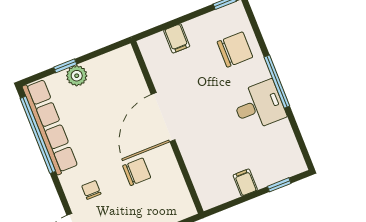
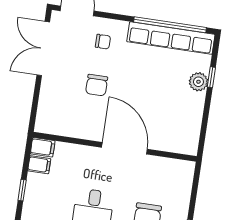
filing cabinet: (177, 38) -> (43, 147), moved, turned 180
door: (163, 117) -> (124, 148), moved
wall: (167, 127) -> (115, 147), moved

